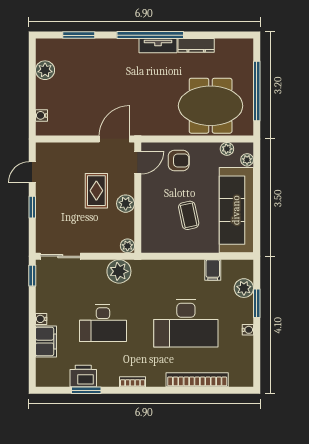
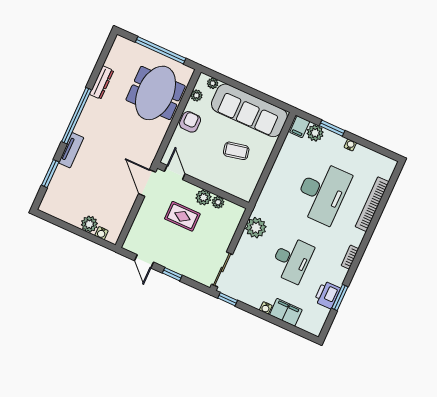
tv unit: (158, 46) -> (71, 150), moved
plant: (45, 70) -> (89, 224), moved
armchair: (179, 161) -> (190, 122), moved
plant: (127, 246) -> (218, 202), moved
filing cabinet: (213, 270) -> (300, 127), moved, turned 90

